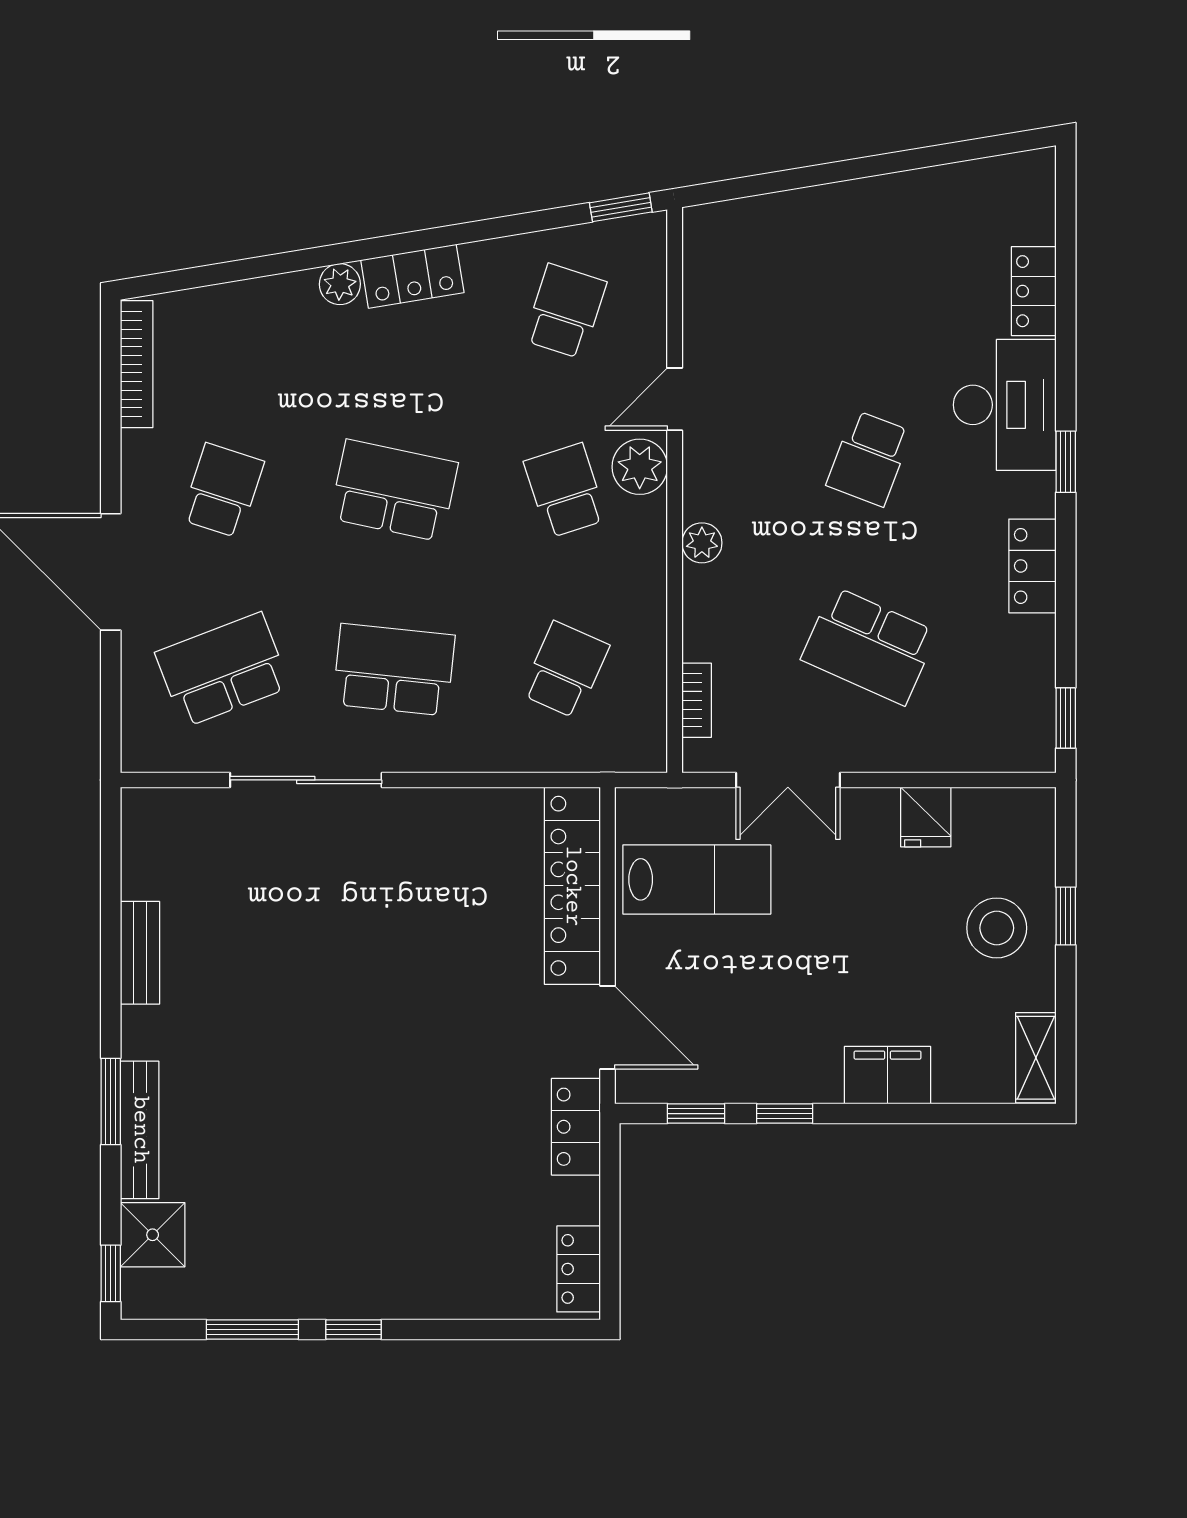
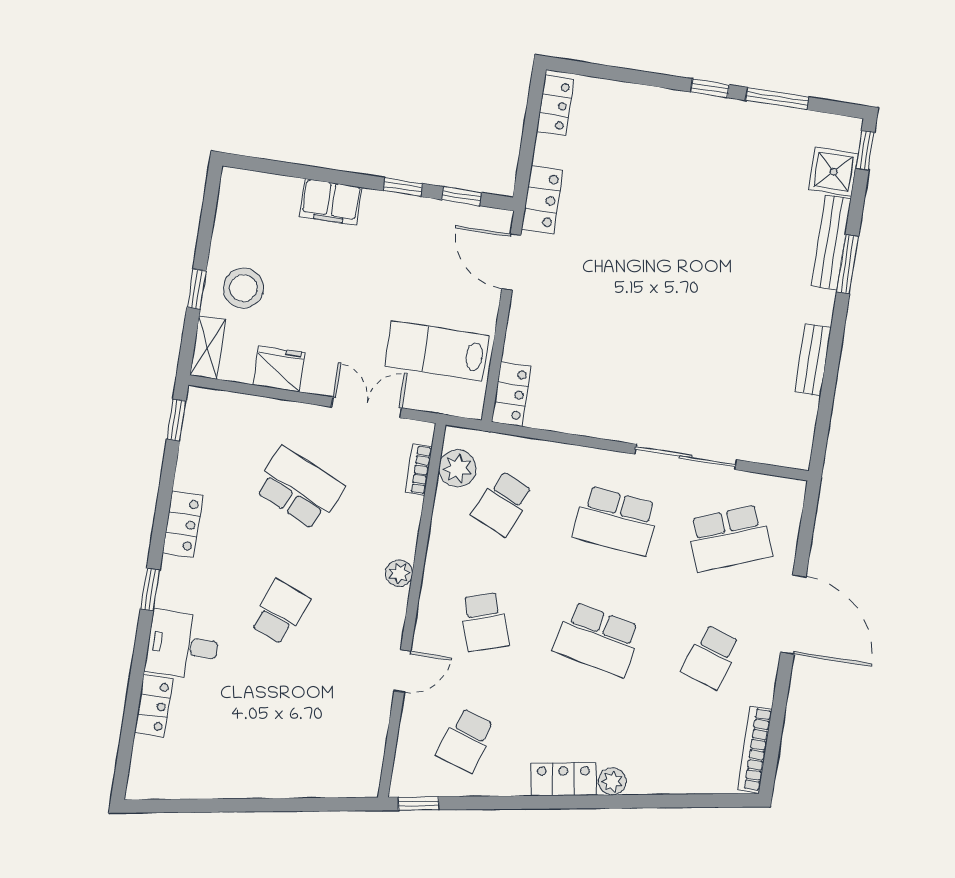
desk: (1005, 405) -> (183, 645), width x0.73
plant: (640, 467) -> (457, 468), moved
fridge: (926, 817) -> (279, 369), width x1.38
locker: (572, 886) -> (511, 394), width x0.46, depth x0.83
shelving: (1036, 1058) -> (208, 347), moved

